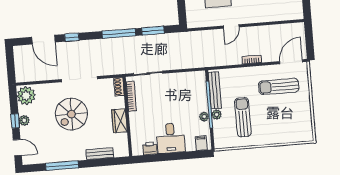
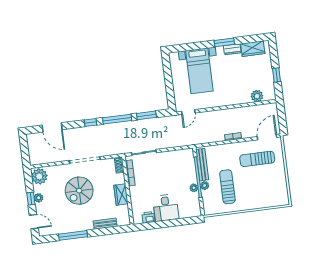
plant: (282, 14) -> (257, 96), added
door: (231, 26) -> (188, 112), moved
window: (72, 37) -> (91, 122), moved
filing cabinet: (201, 143) -> (192, 211), removed

